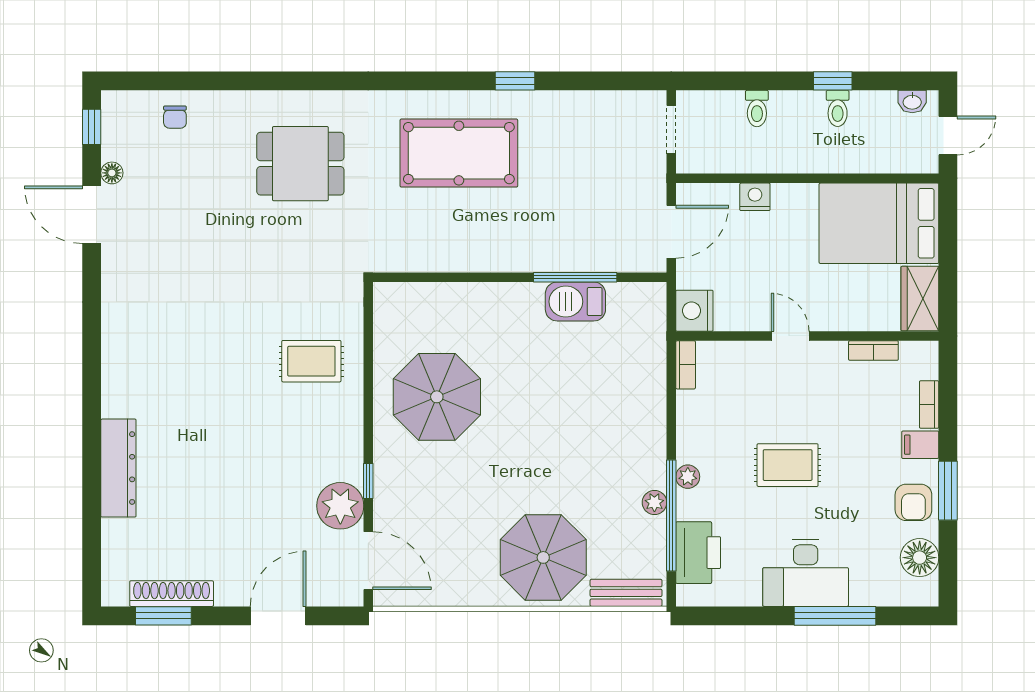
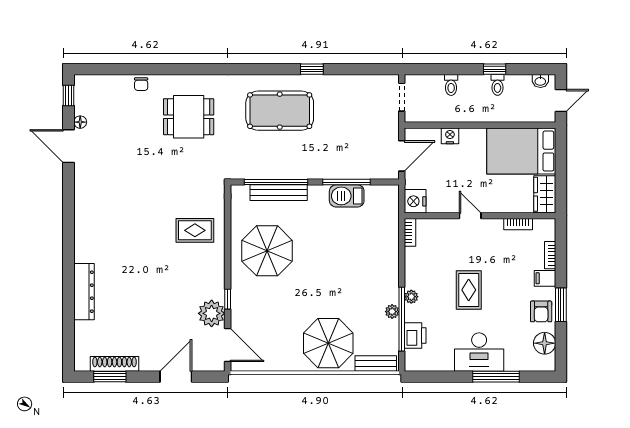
chair: (175, 117) -> (141, 84), moved
window: (452, 277) -> (276, 182), added
bench: (457, 296) -> (279, 193), added
rug: (788, 465) -> (469, 290), turned 90
printer: (698, 553) -> (415, 336), width x0.73, depth x0.84

